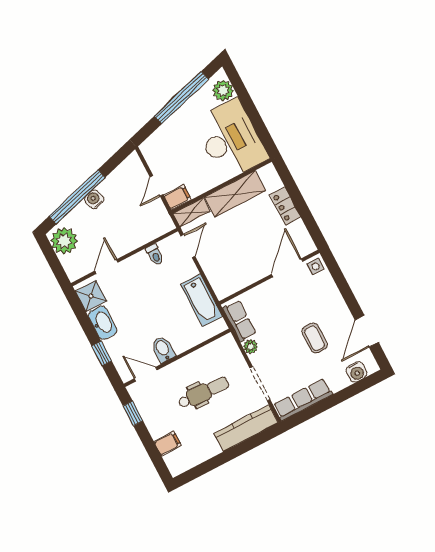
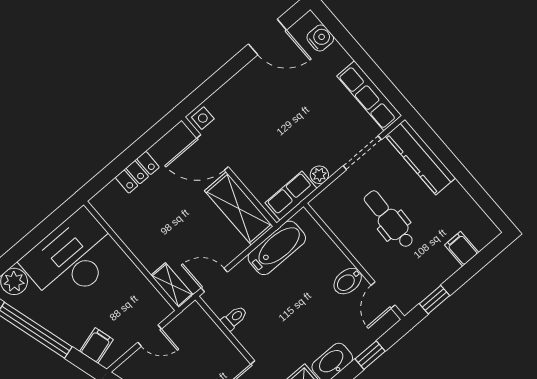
shelving: (235, 194) -> (239, 208), moved
filing cabinet: (177, 197) -> (96, 345), moved, turned 74
coffee table: (315, 338) -> (291, 99), removed

